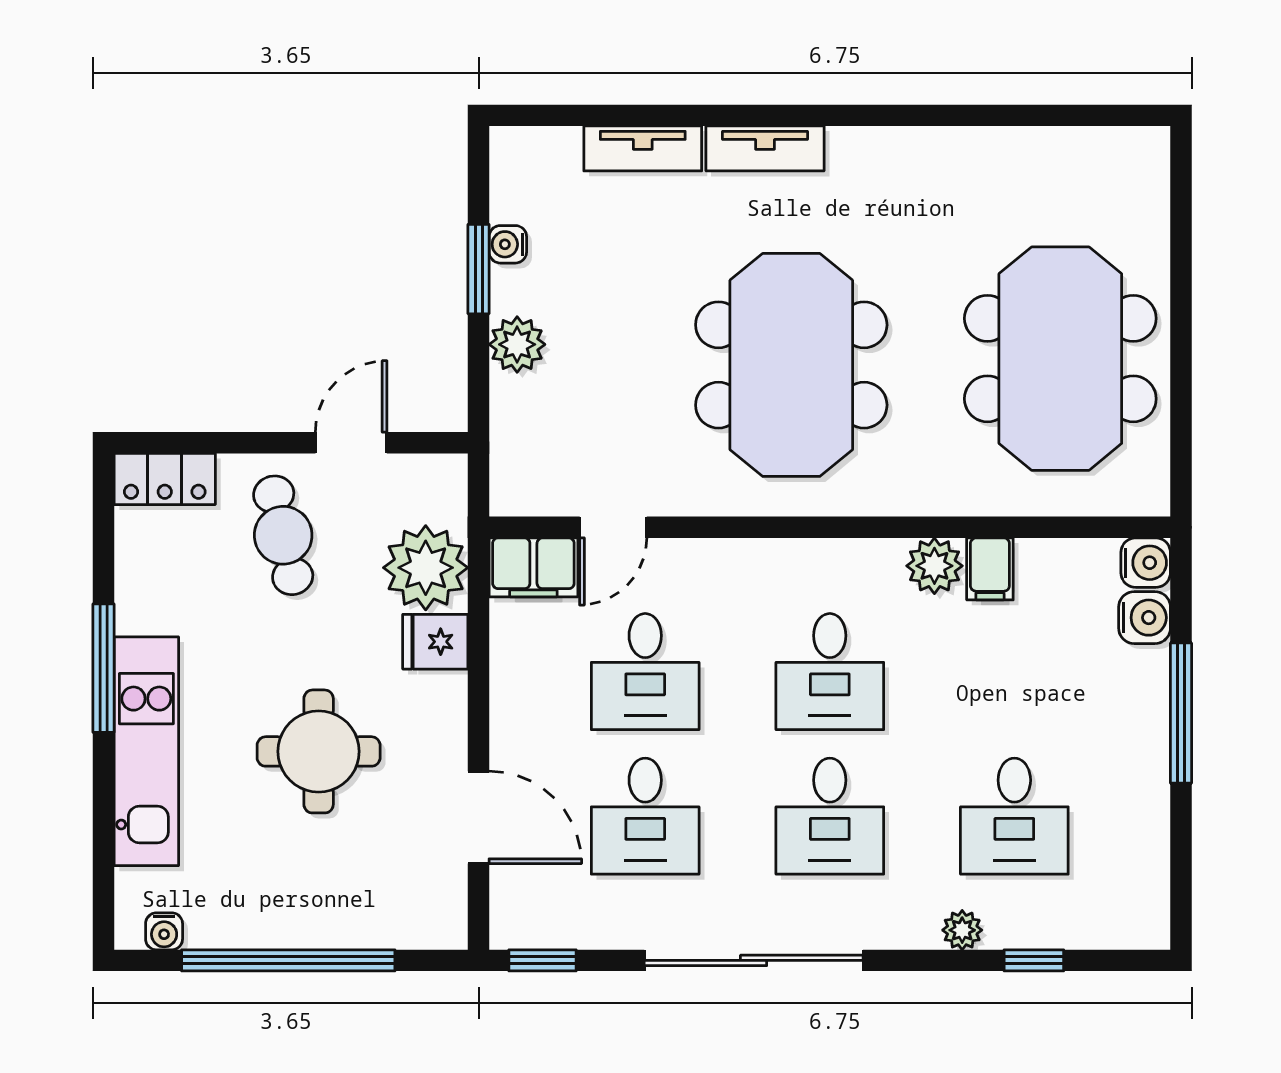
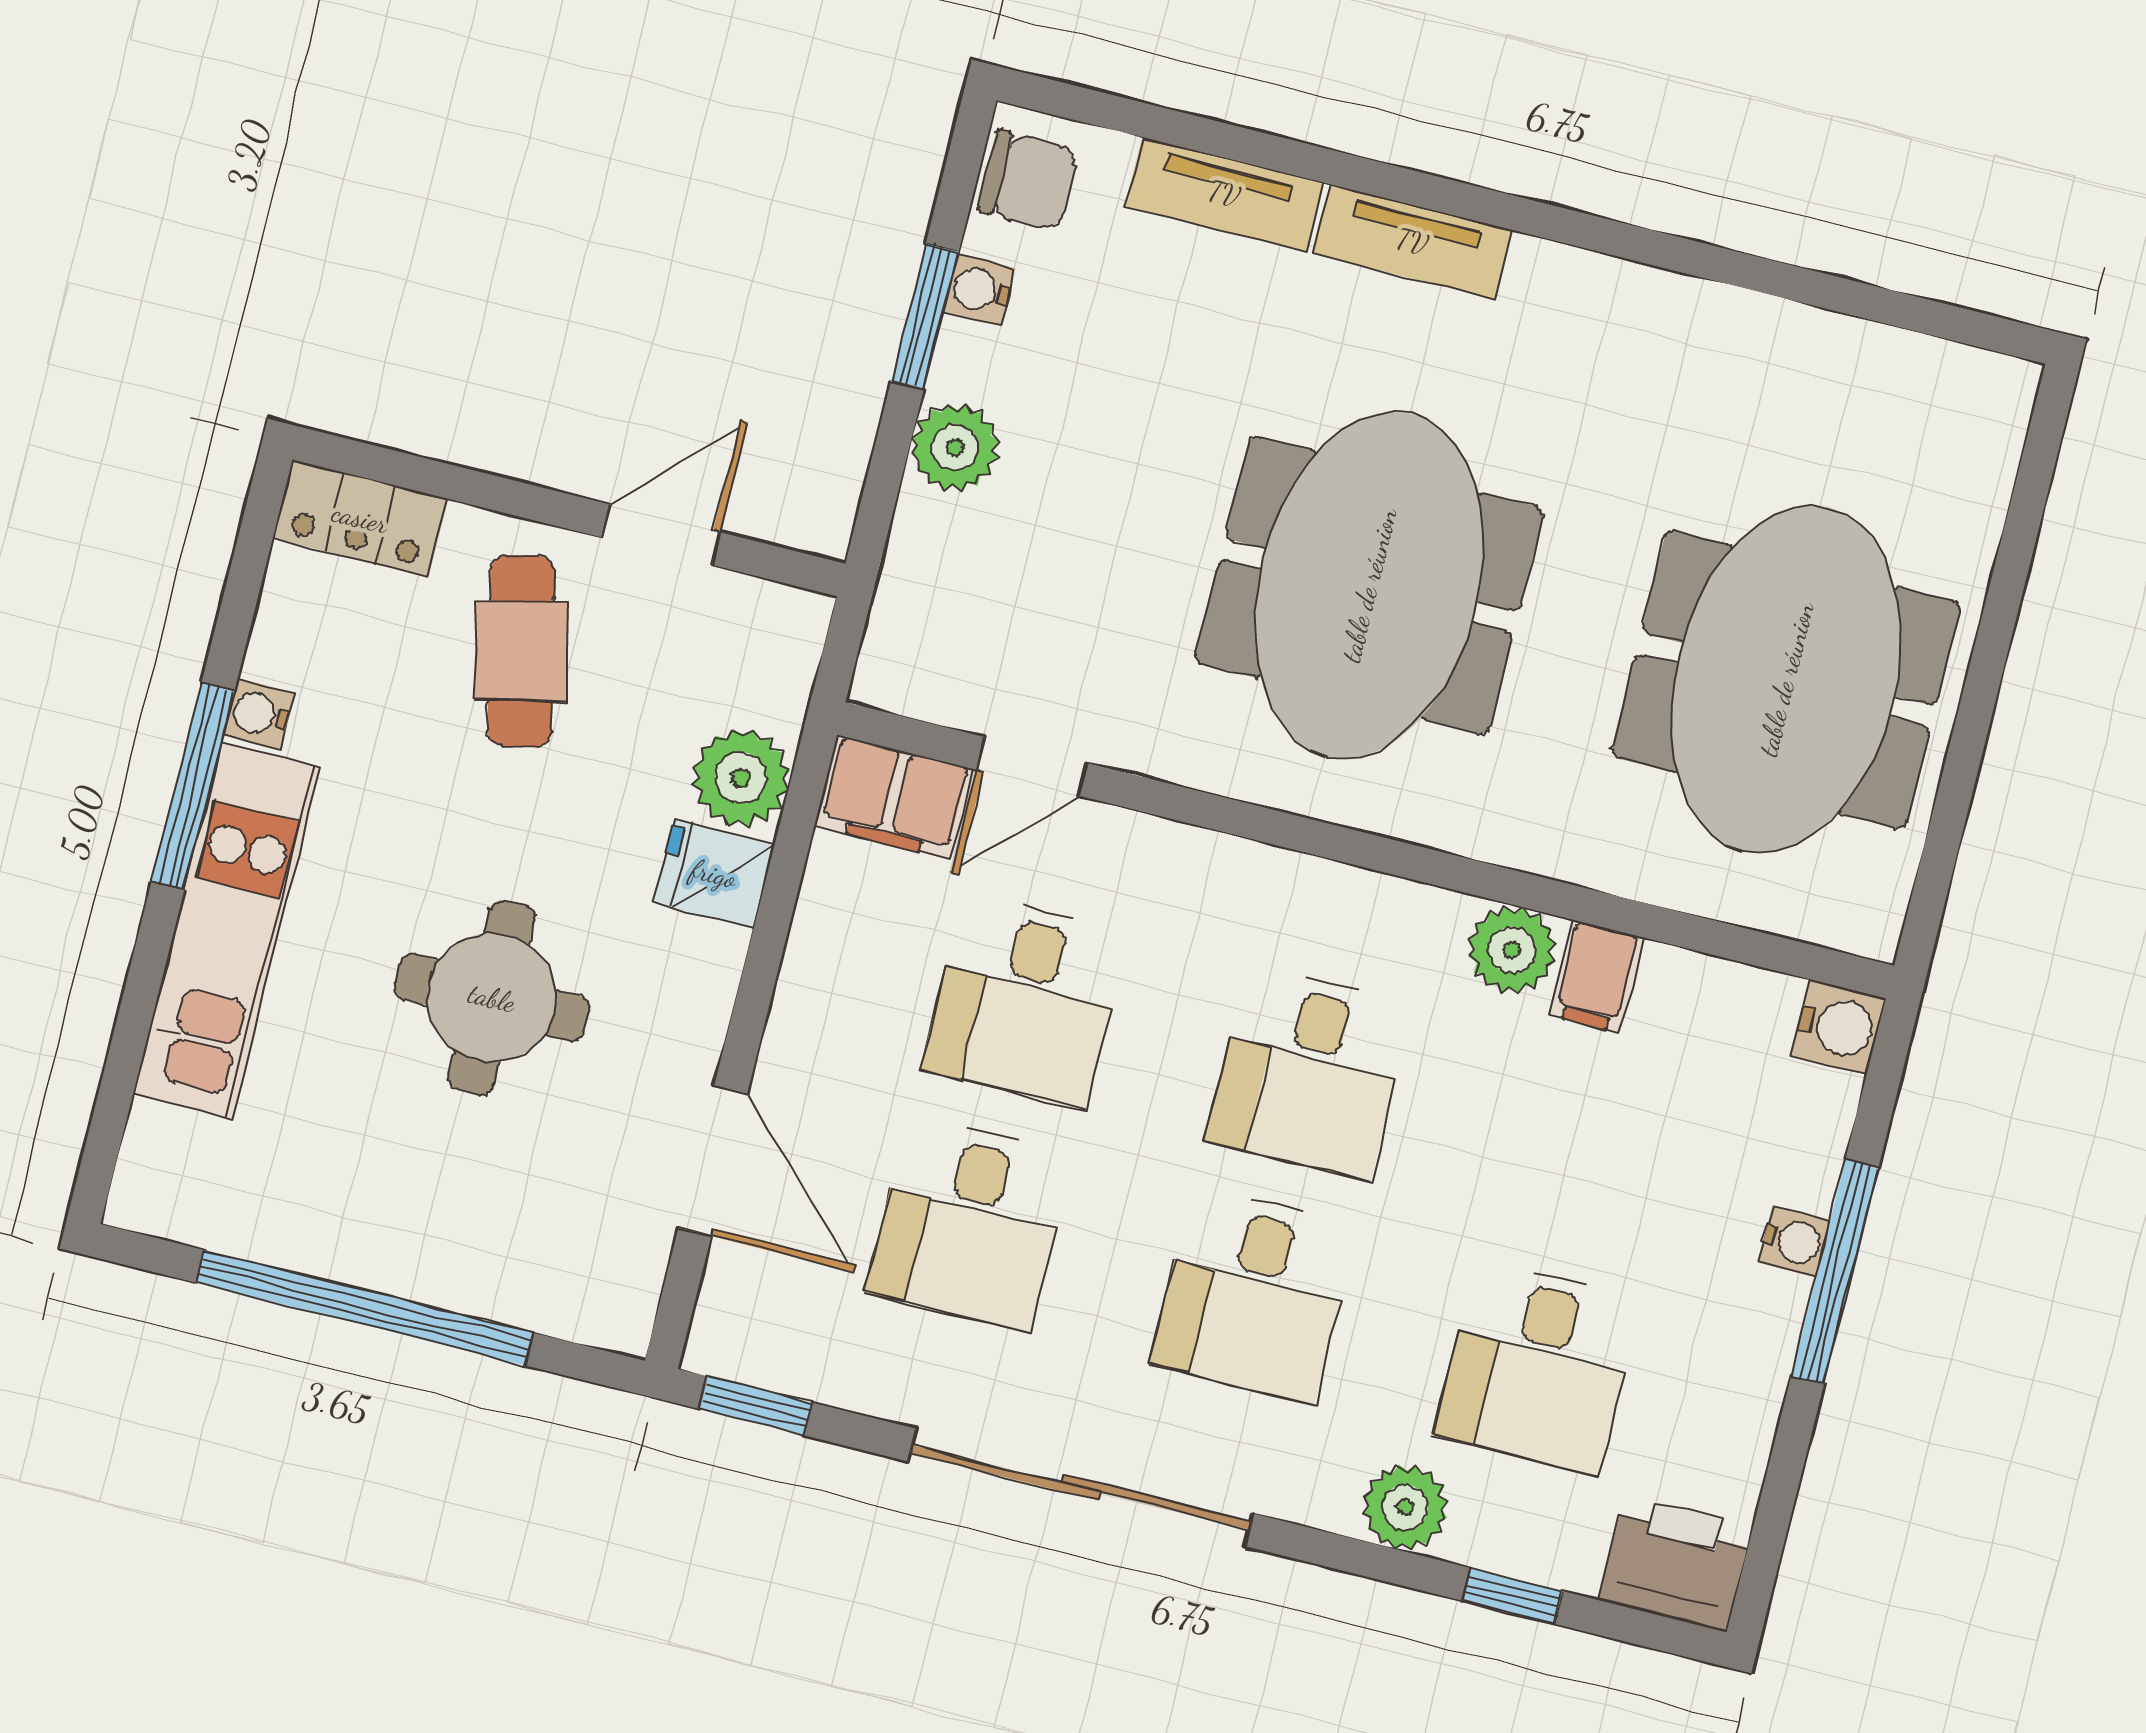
chair: (521, 170) -> (1028, 180), added
plant: (426, 568) -> (741, 778), width x0.73, depth x0.73
water cooler: (1145, 618) -> (1794, 1241), moved, width x0.72, depth x0.72
printer: (1129, 915) -> (1676, 1563), added
plant: (962, 930) -> (1405, 1507), width x1.38, depth x1.38
water cooler: (164, 931) -> (259, 714), moved, turned 90

